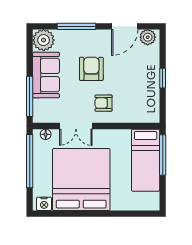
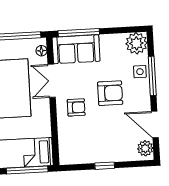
side table: (72, 38) -> (140, 72), added
sofa: (46, 75) -> (76, 49), moved
armchair: (104, 103) -> (76, 107), turned 90

